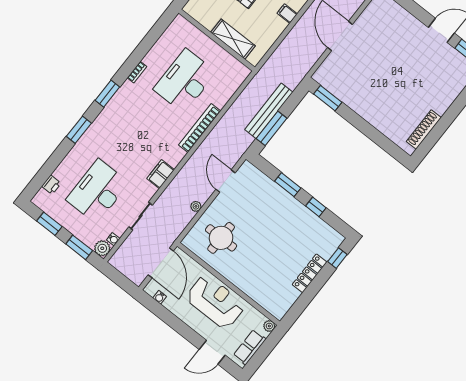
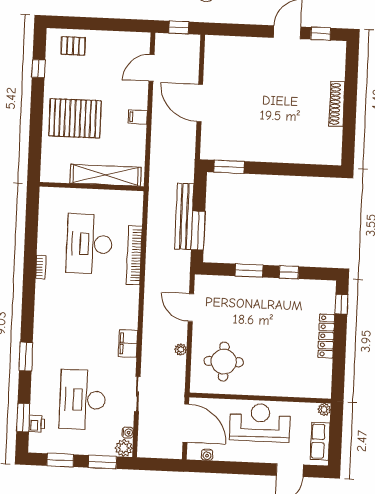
shelving: (233, 39) -> (106, 175), width x1.47
window: (107, 94) -> (23, 418), moved
bookcase: (200, 128) -> (134, 255), moved
shoe rack: (424, 130) -> (337, 104), moved

